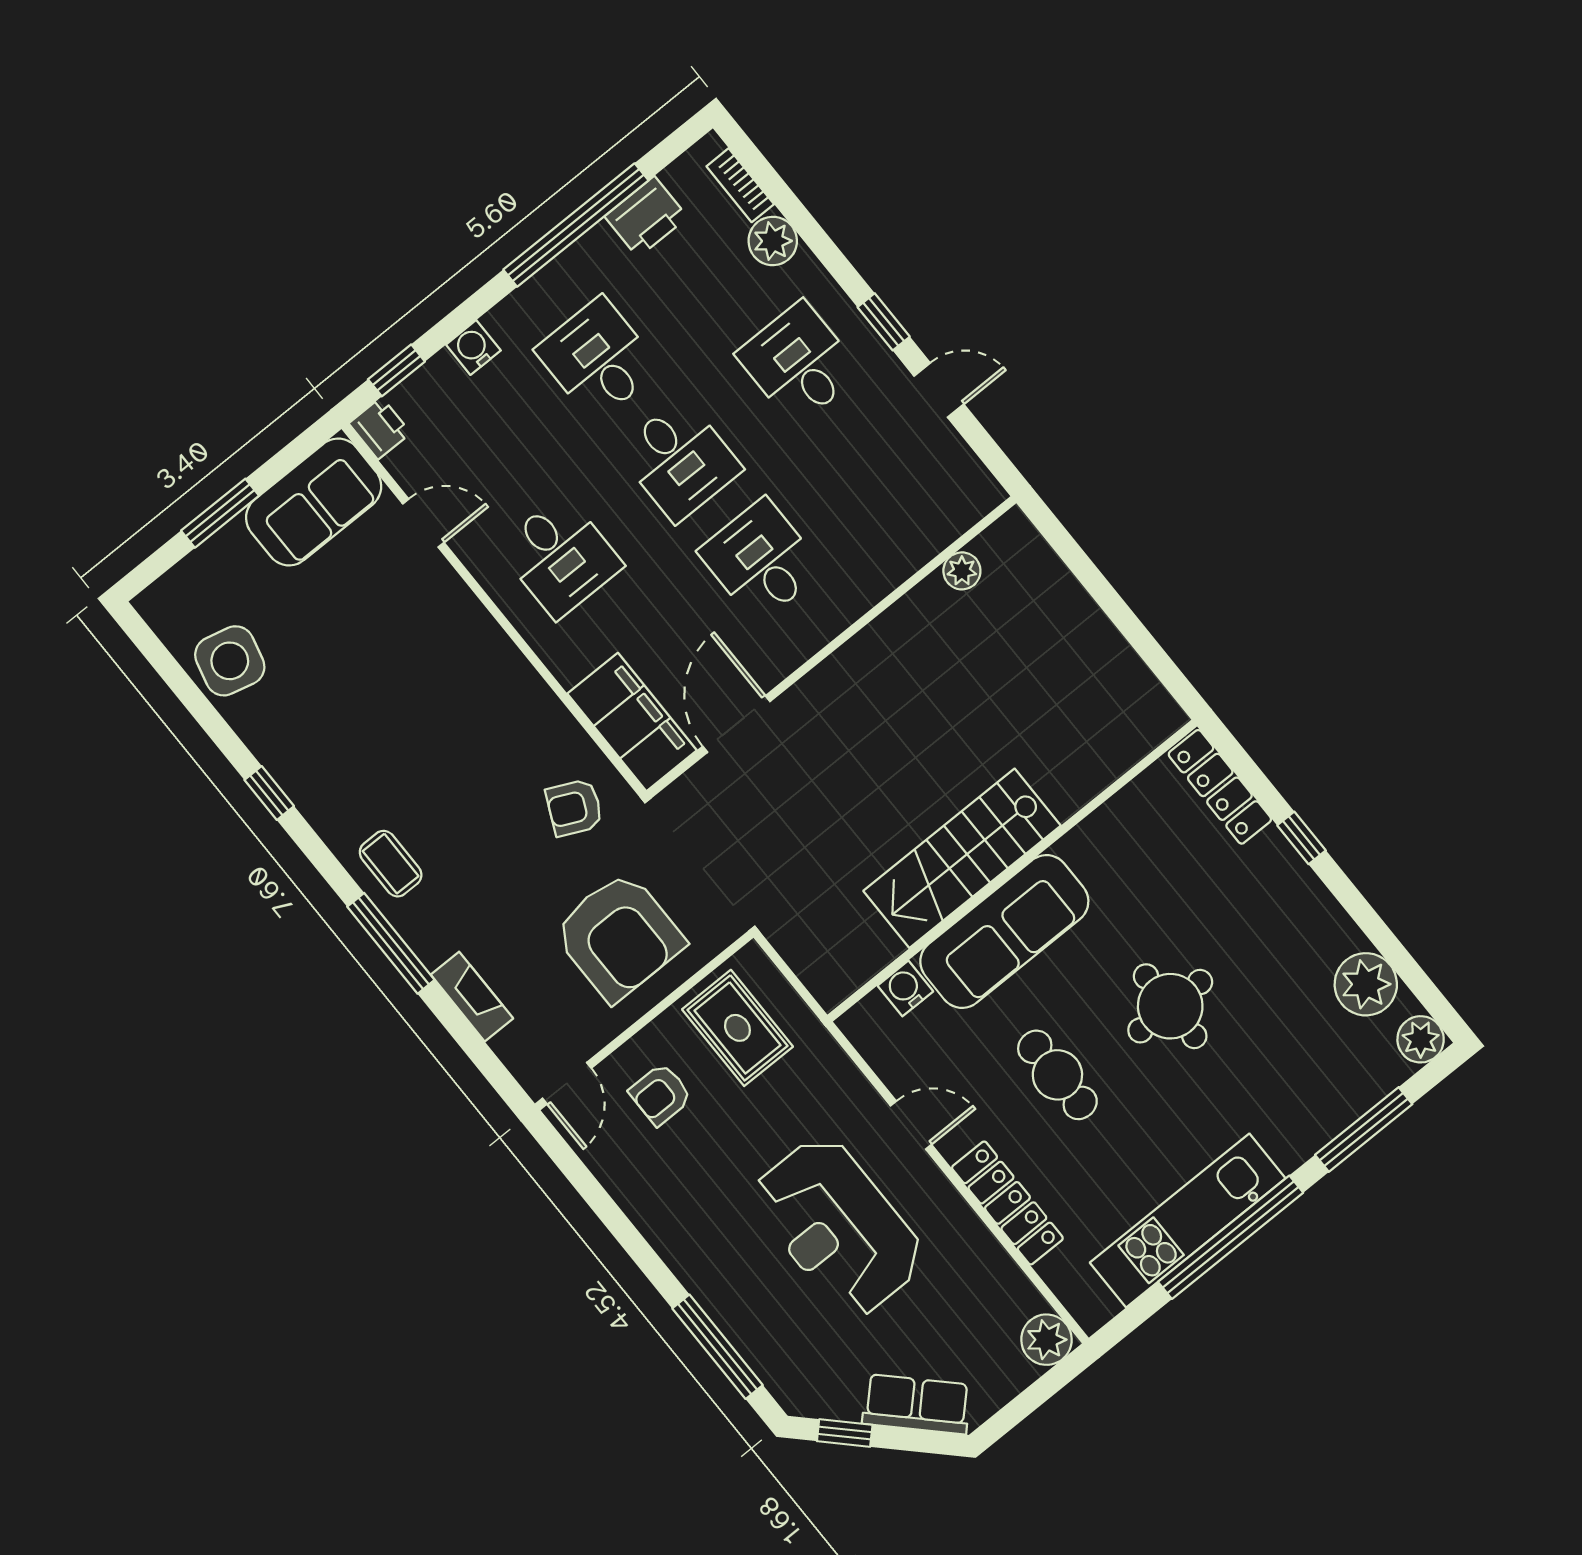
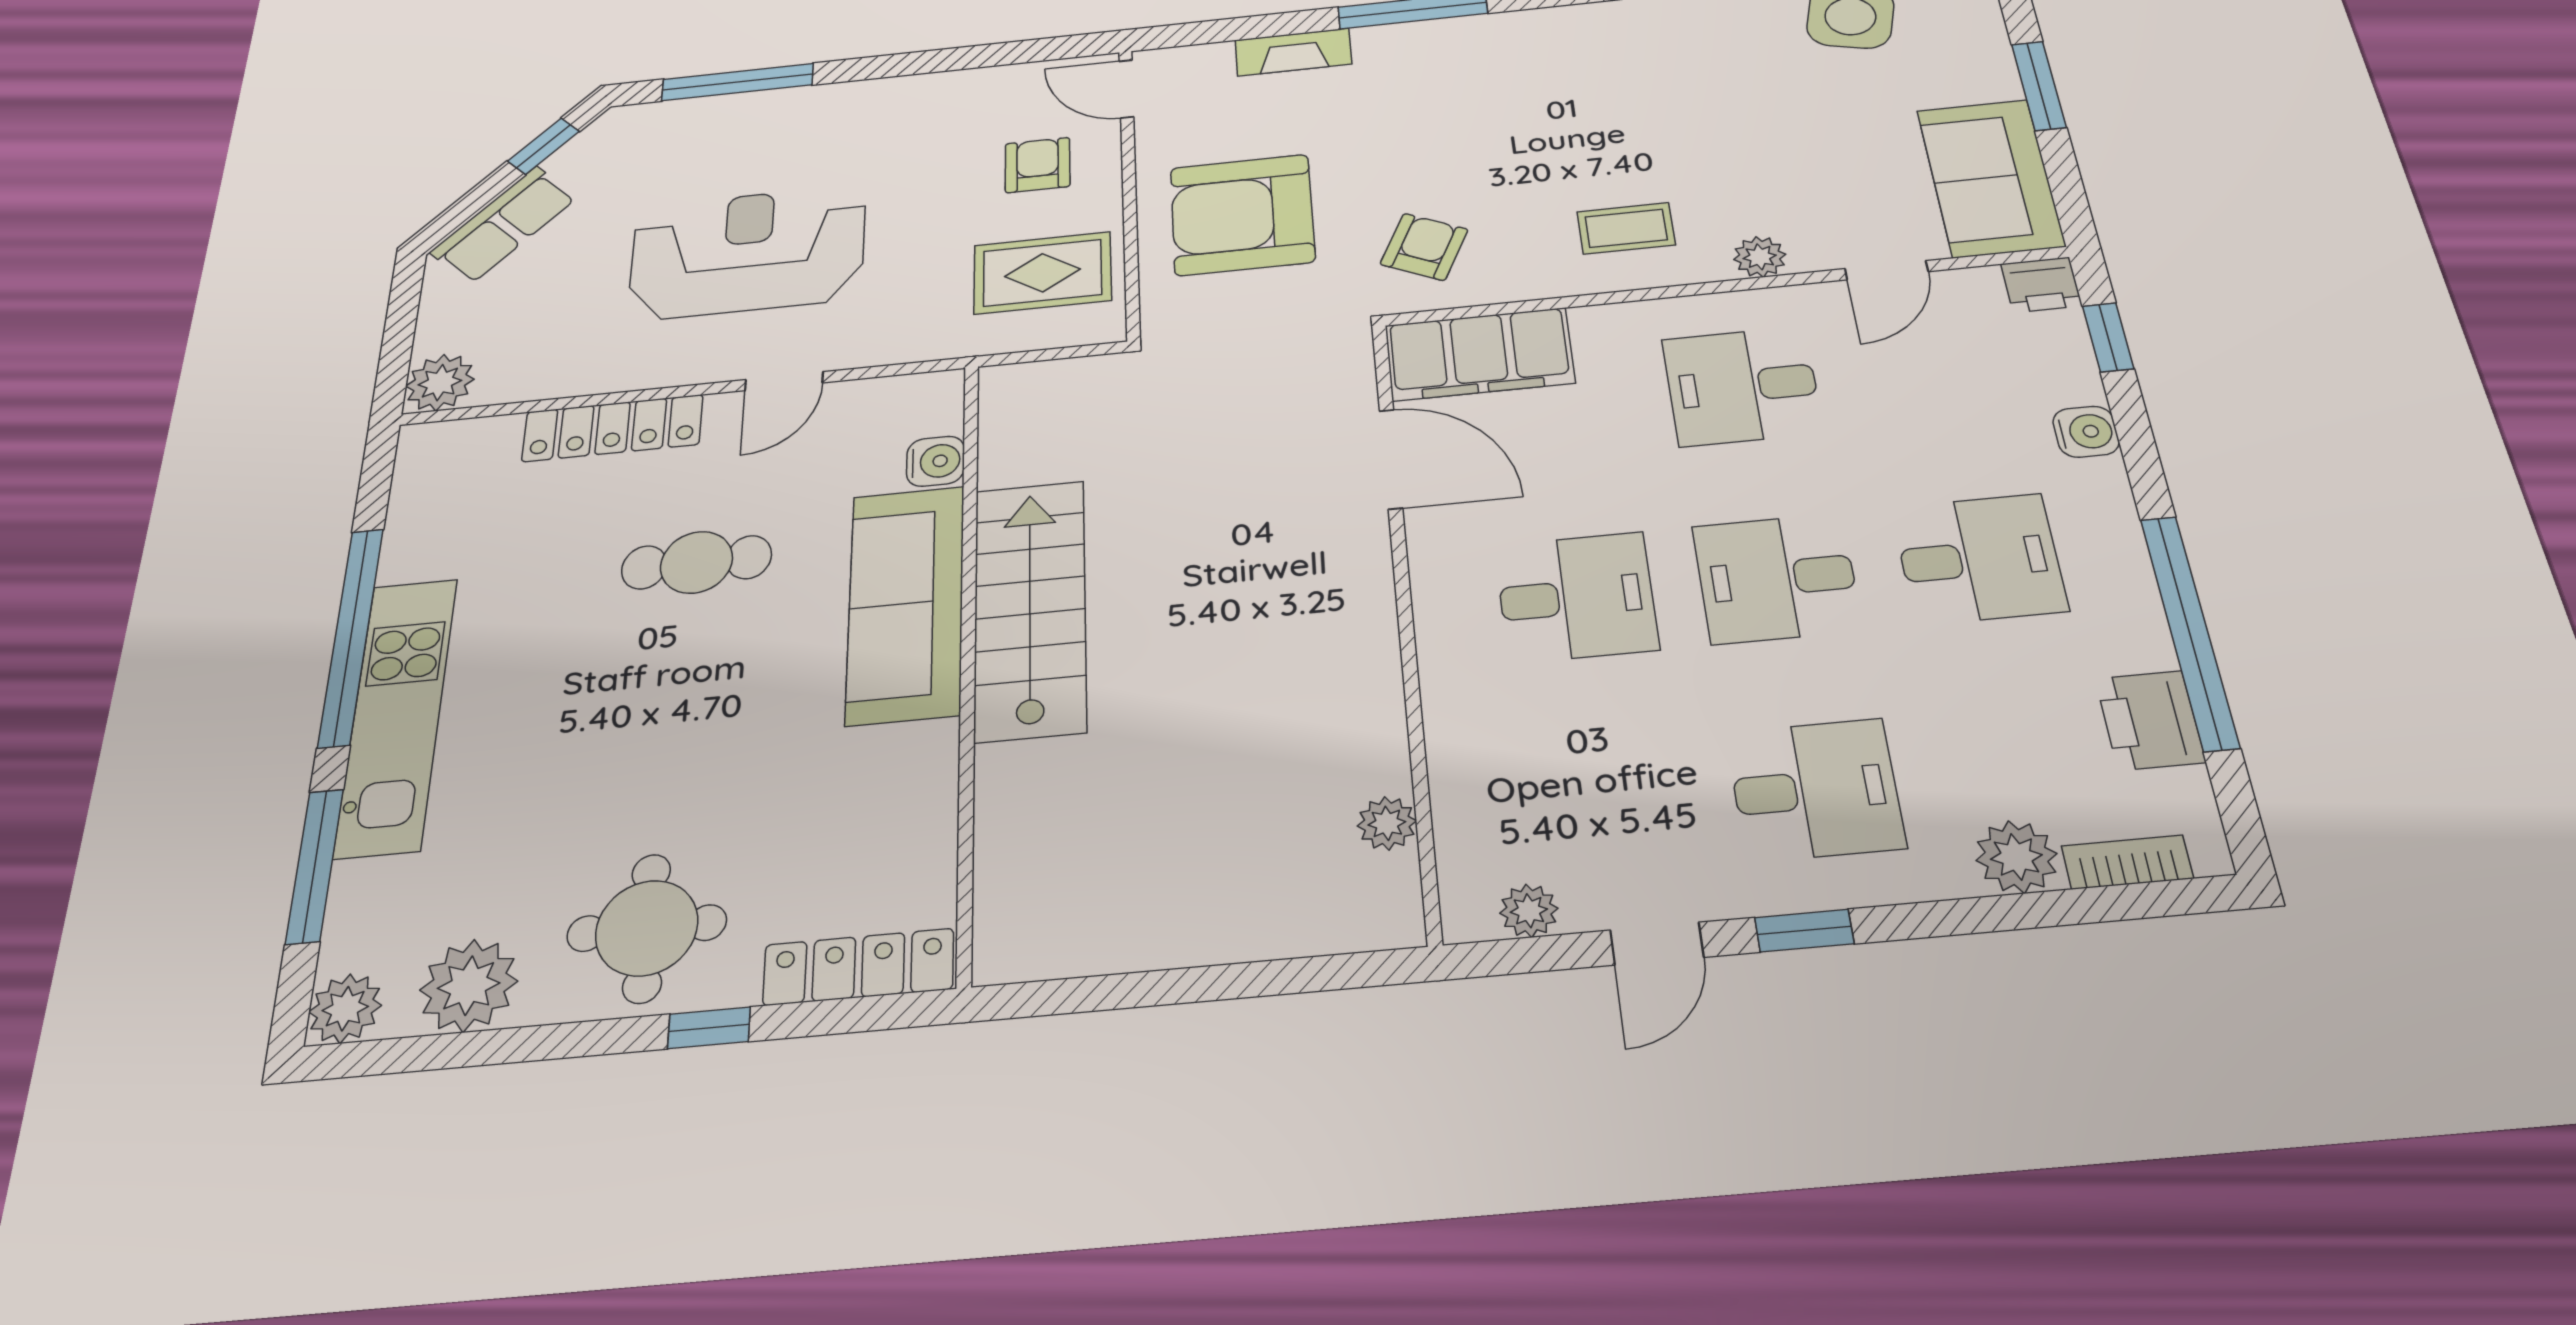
plant: (963, 465) -> (1529, 911), added
plant: (459, 603) -> (1760, 257), added
coffee table: (391, 864) -> (1626, 228), moved
round table: (1170, 1006) -> (647, 928), moved
kitchen unit: (1188, 1221) -> (397, 715), moved

